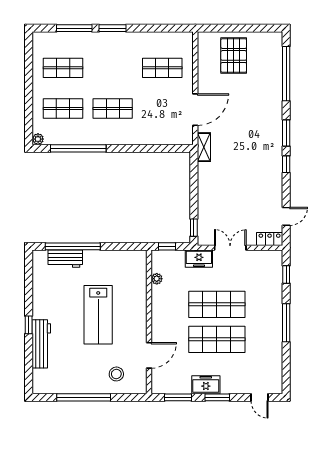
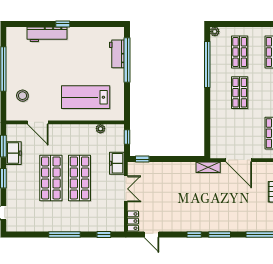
lab bench: (98, 315) -> (86, 97), moved
freezer: (206, 385) -> (14, 153), moved

